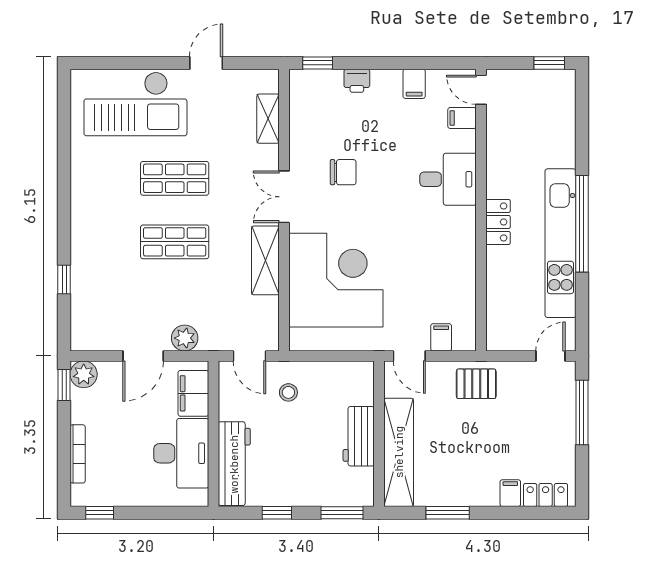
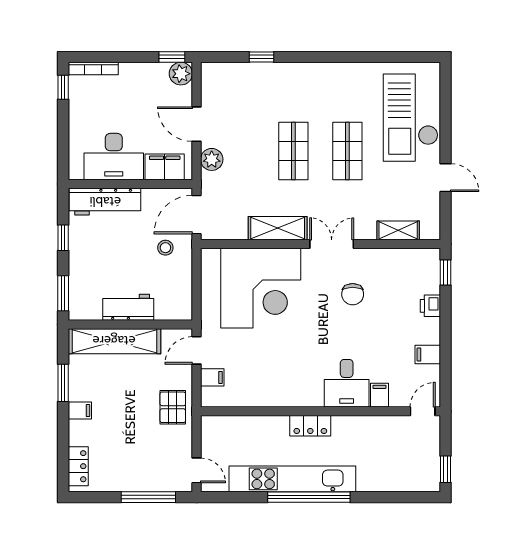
filing cabinet: (462, 118) -> (379, 395), moved
door: (249, 356) -> (196, 215), width x1.38
bookcase: (78, 454) -> (93, 68), moved
filing cabinet: (510, 493) -> (80, 411), moved

